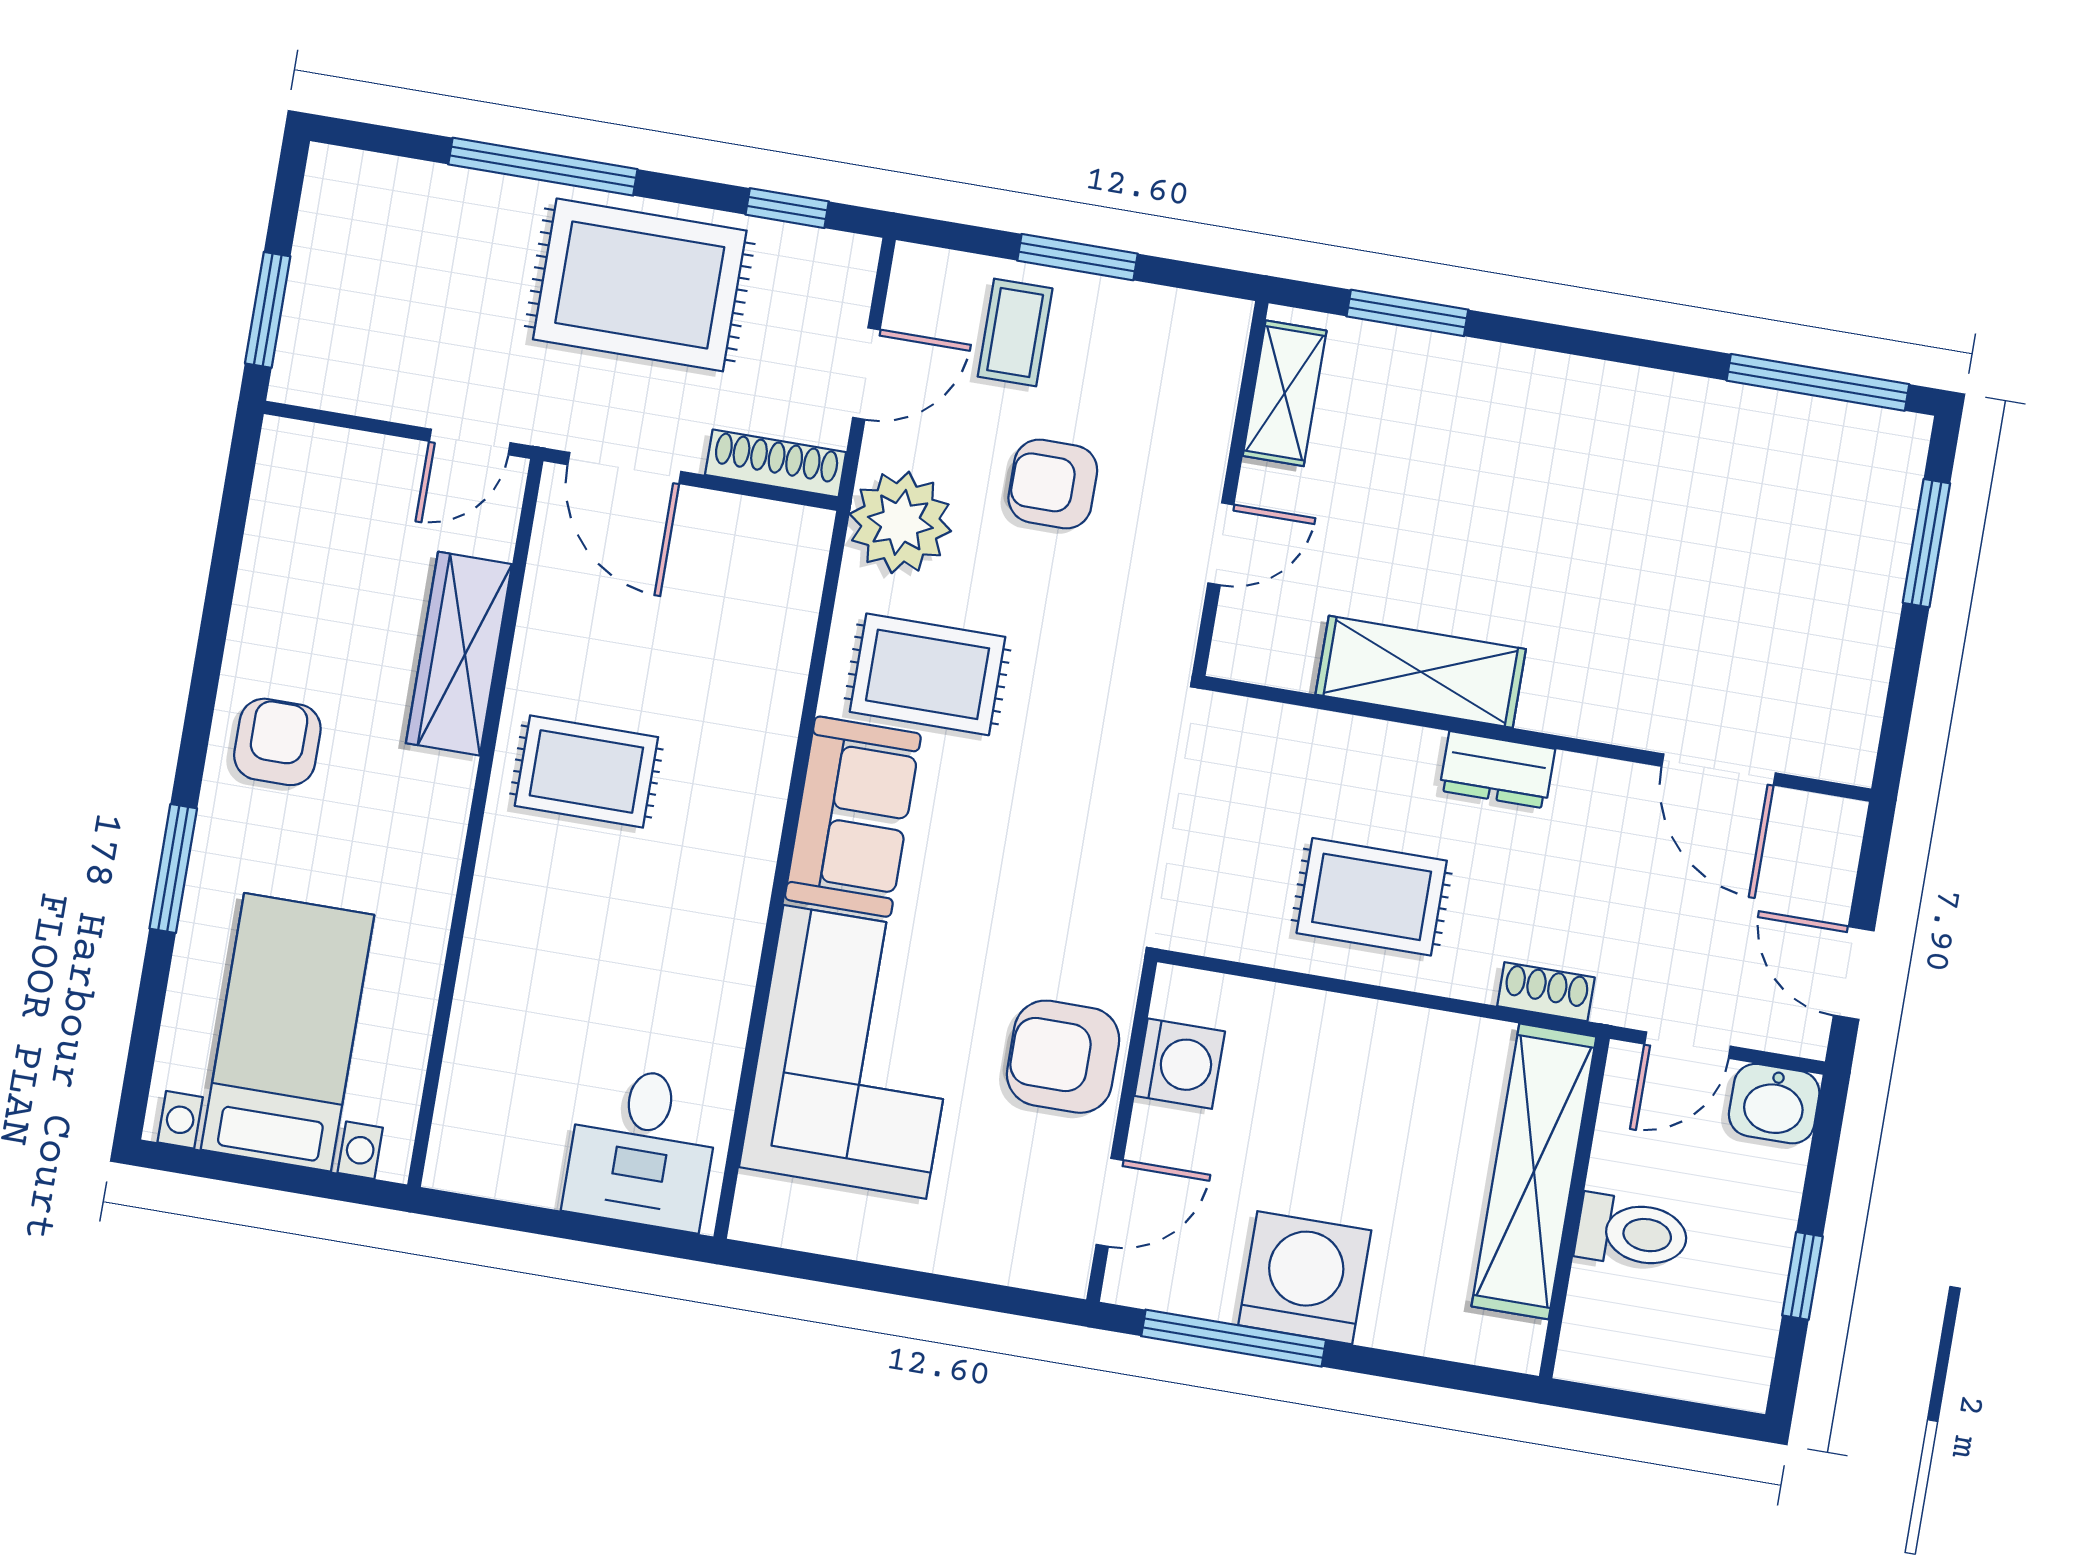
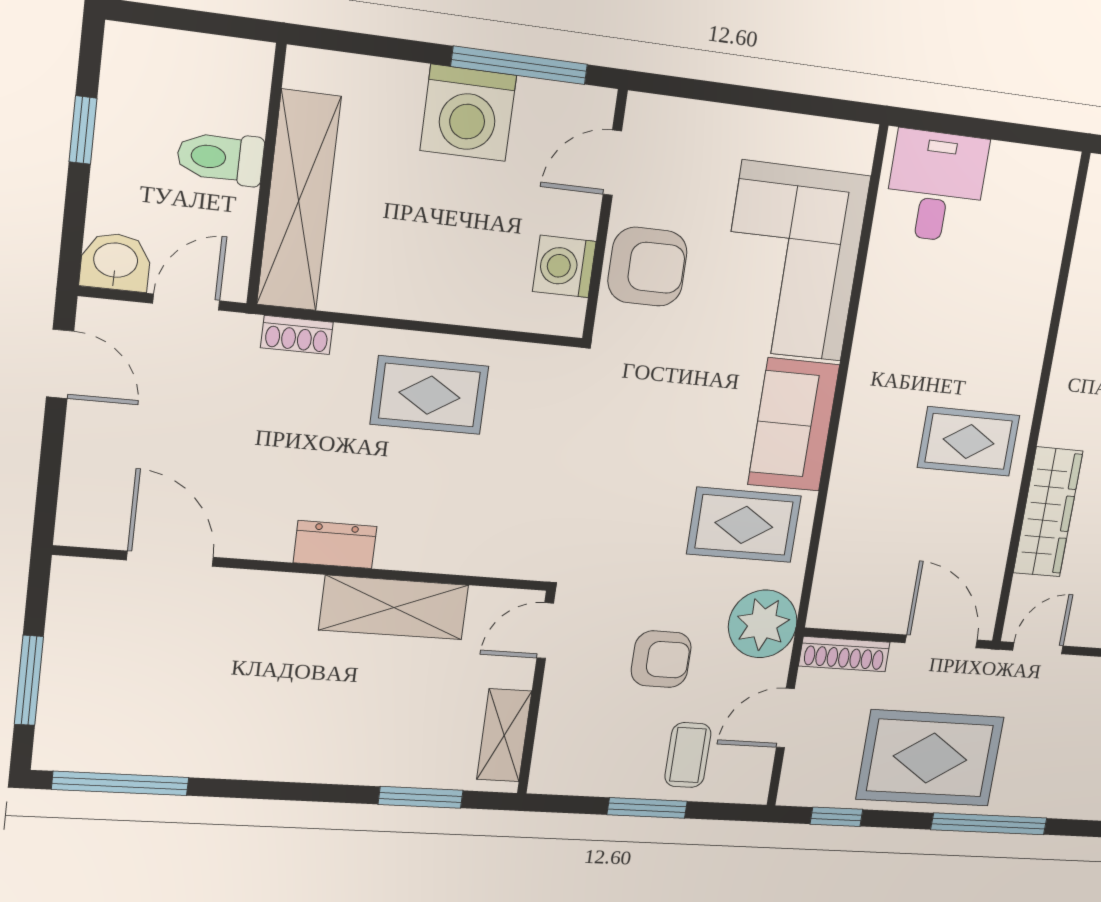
shelving: (1421, 672) -> (394, 608), moved
wall: (1537, 739) -> (307, 569), moved
dresser: (1497, 770) -> (335, 545), moved
door: (1719, 770) -> (170, 559), moved

